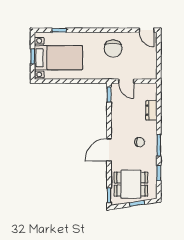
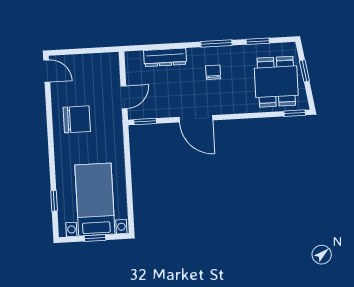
door: (147, 30) -> (47, 71), hinge flipped
dresser: (151, 110) -> (165, 57), width x1.44
door: (109, 150) -> (196, 119), moved

